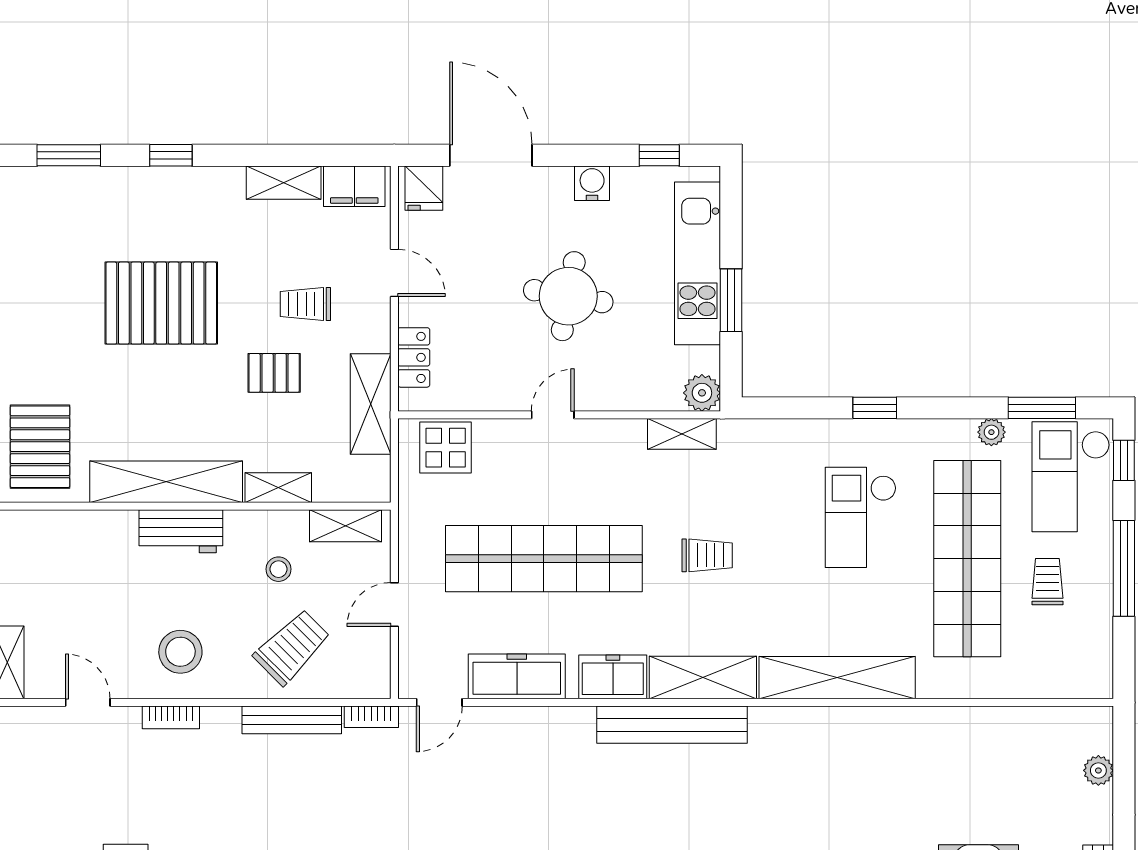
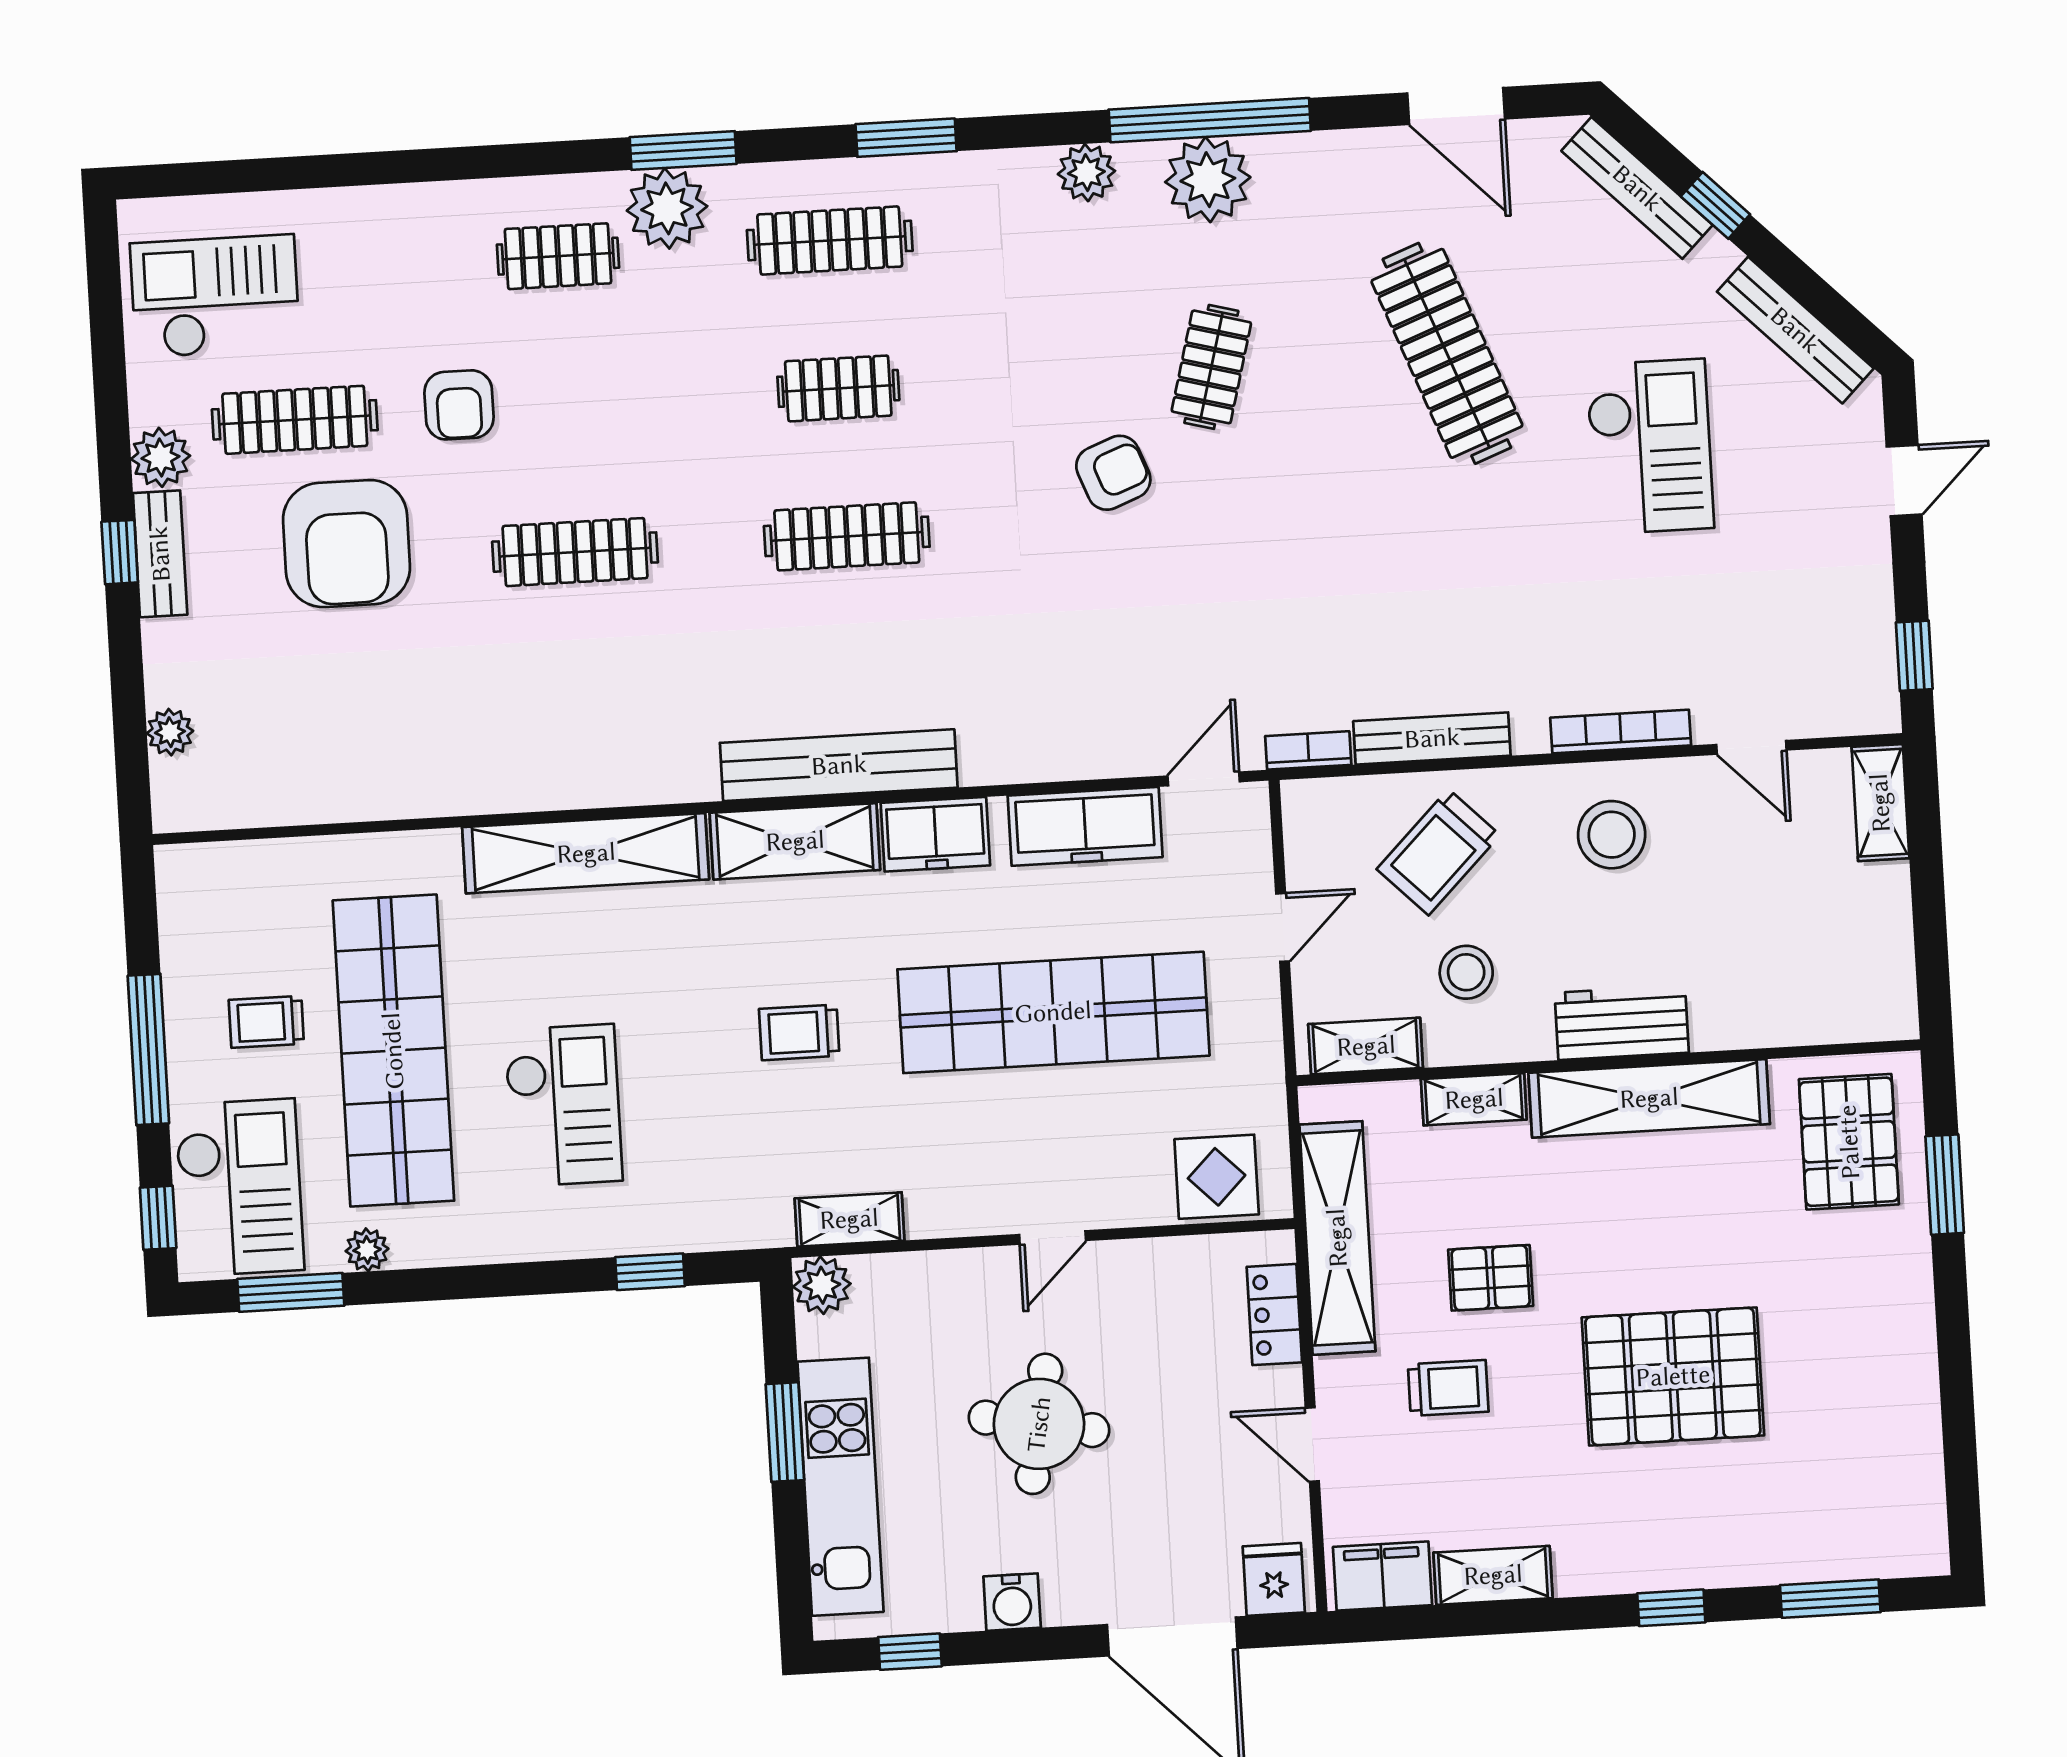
shelving: (371, 404) -> (1337, 1238), width x1.47
window: (875, 408) -> (650, 1272), moved
stool: (278, 569) -> (1466, 972), width x1.37, depth x1.37
trolley: (1047, 582) -> (266, 1022), turned 90
bookcase: (171, 717) -> (1621, 732), width x1.56

